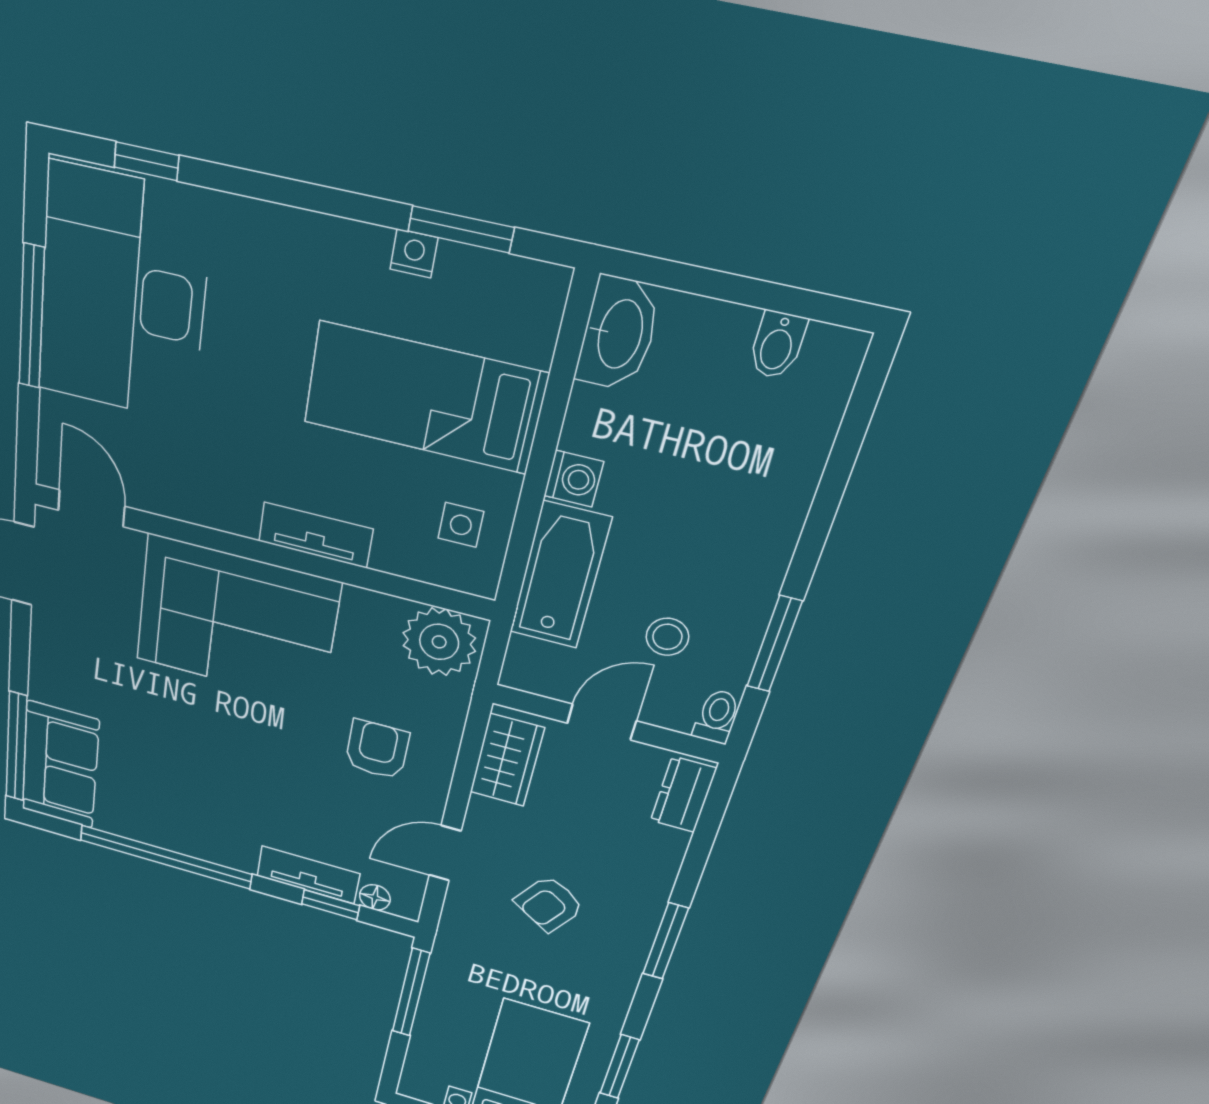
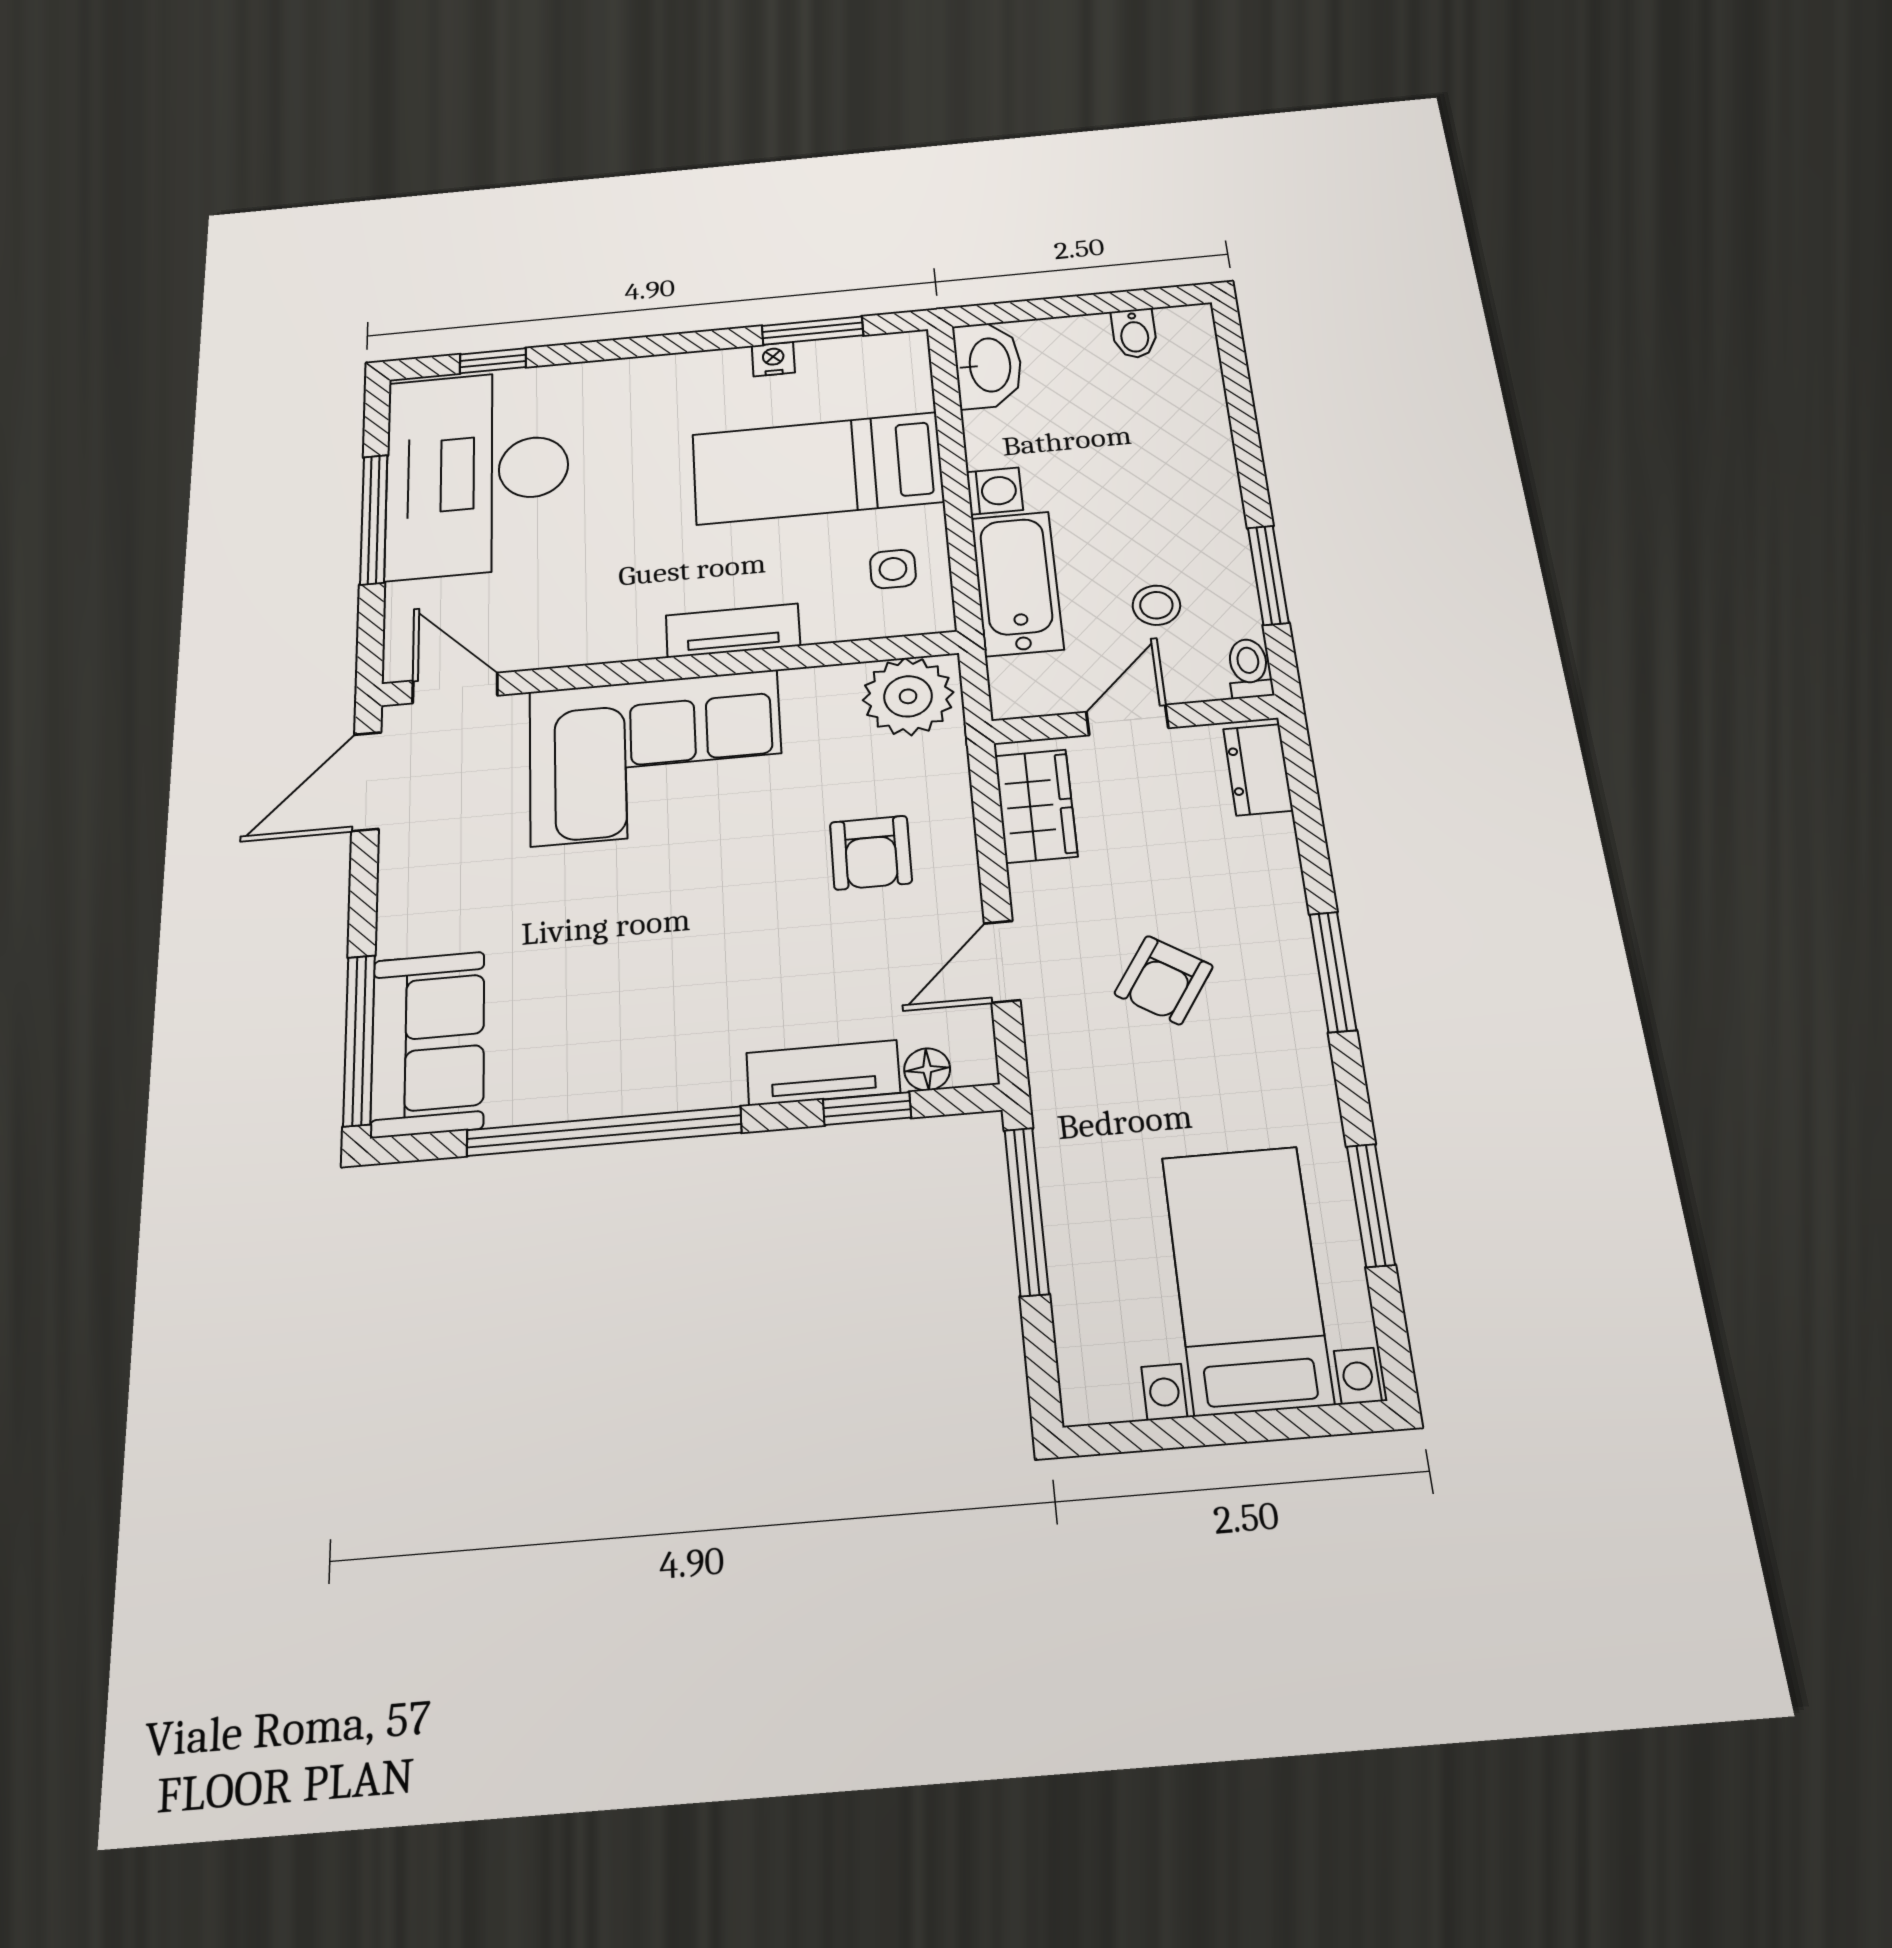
armchair: (377, 750) -> (871, 853), turned 180

